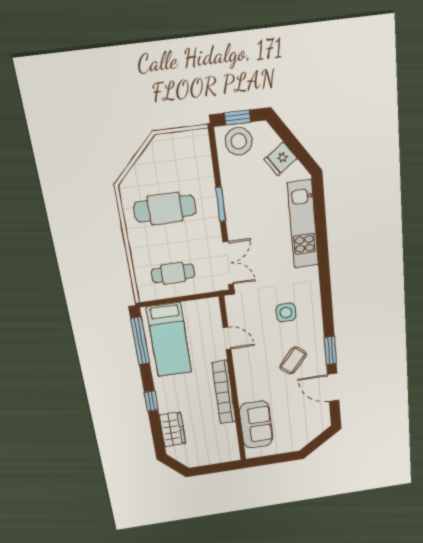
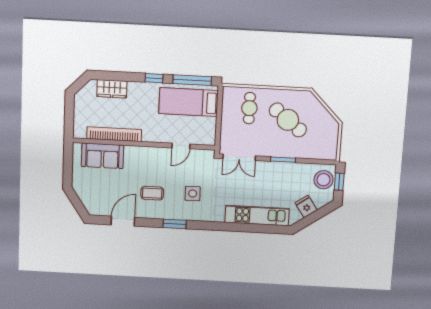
cafe table: (165, 209) -> (288, 120), turned -52
cafe table: (173, 273) -> (249, 108), moved
window: (330, 351) -> (175, 224), moved
coffee table: (293, 361) -> (152, 193), turned -41
bookcase: (224, 392) -> (114, 134), moved
window: (151, 401) -> (154, 78), moved

